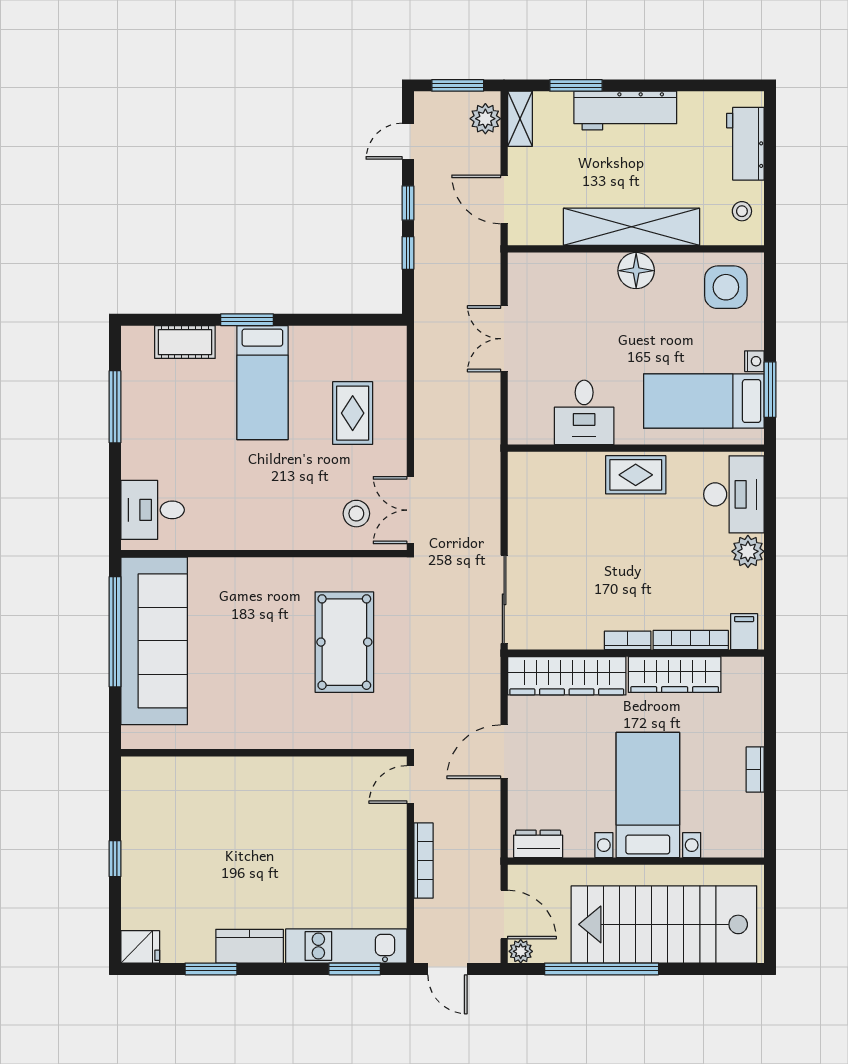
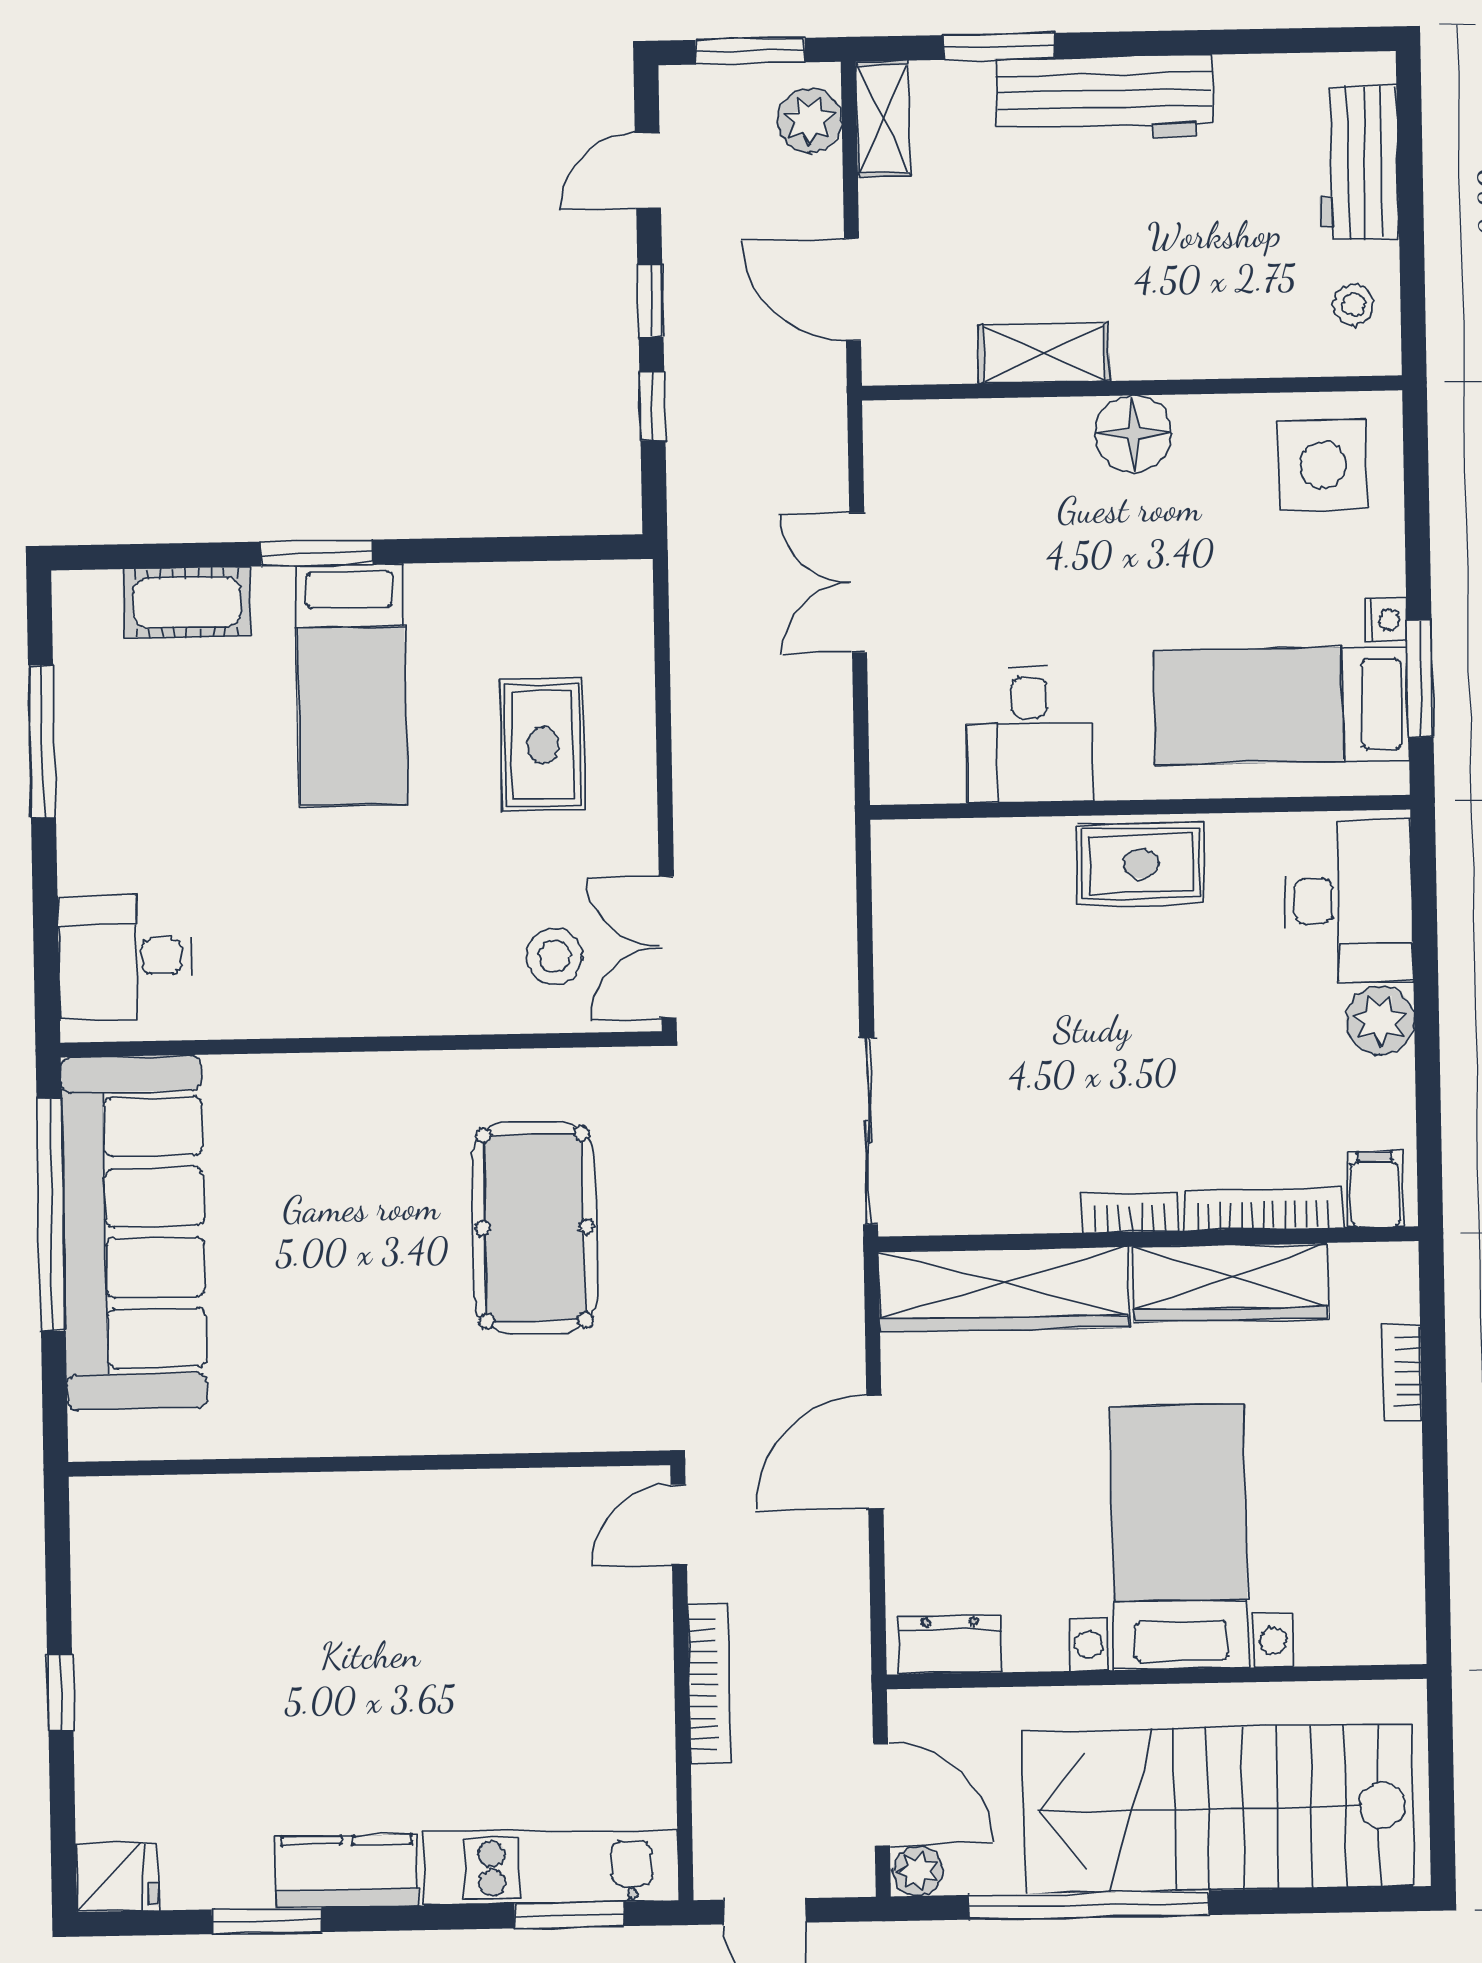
shelving: (632, 227) -> (1044, 353), width x0.45, depth x0.75
bookcase: (755, 770) -> (1402, 1372), moved

